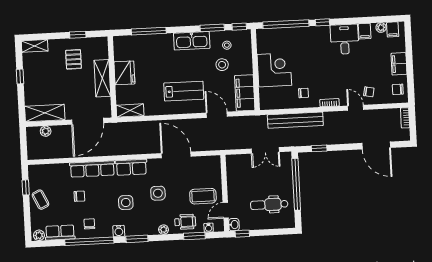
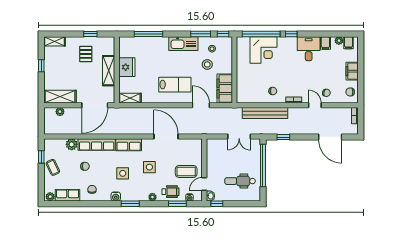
corner desk: (274, 70) -> (264, 50), moved, turned 90
plant: (62, 170) -> (72, 144), added
window: (89, 241) -> (91, 204), removed

